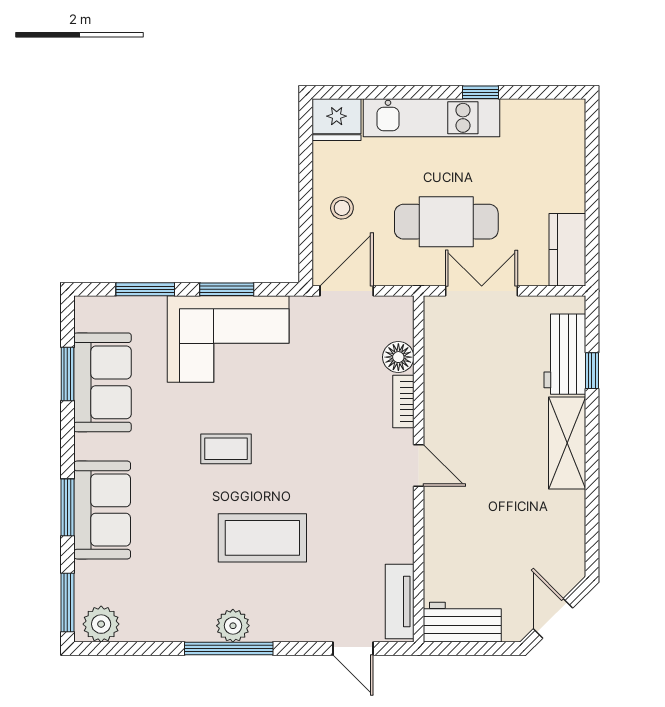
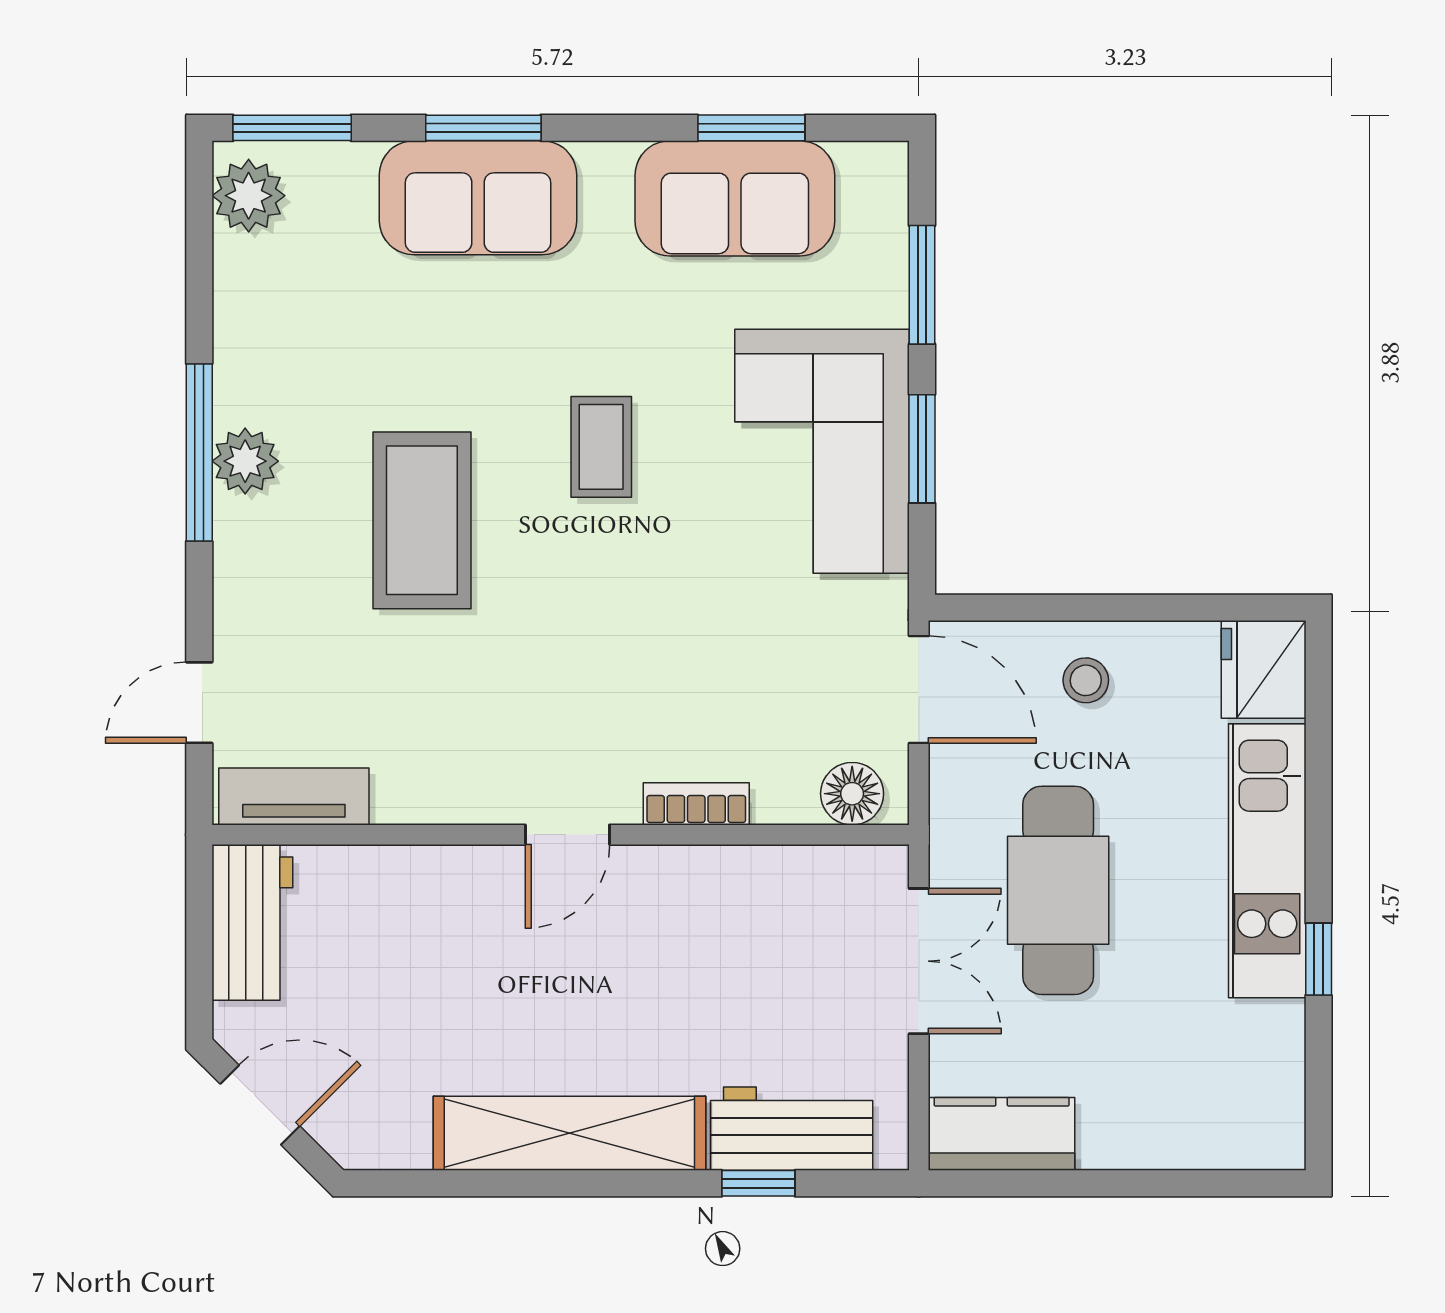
floor lamp: (398, 357) -> (852, 794), moved
shelving: (567, 443) -> (569, 1133), width x1.47

